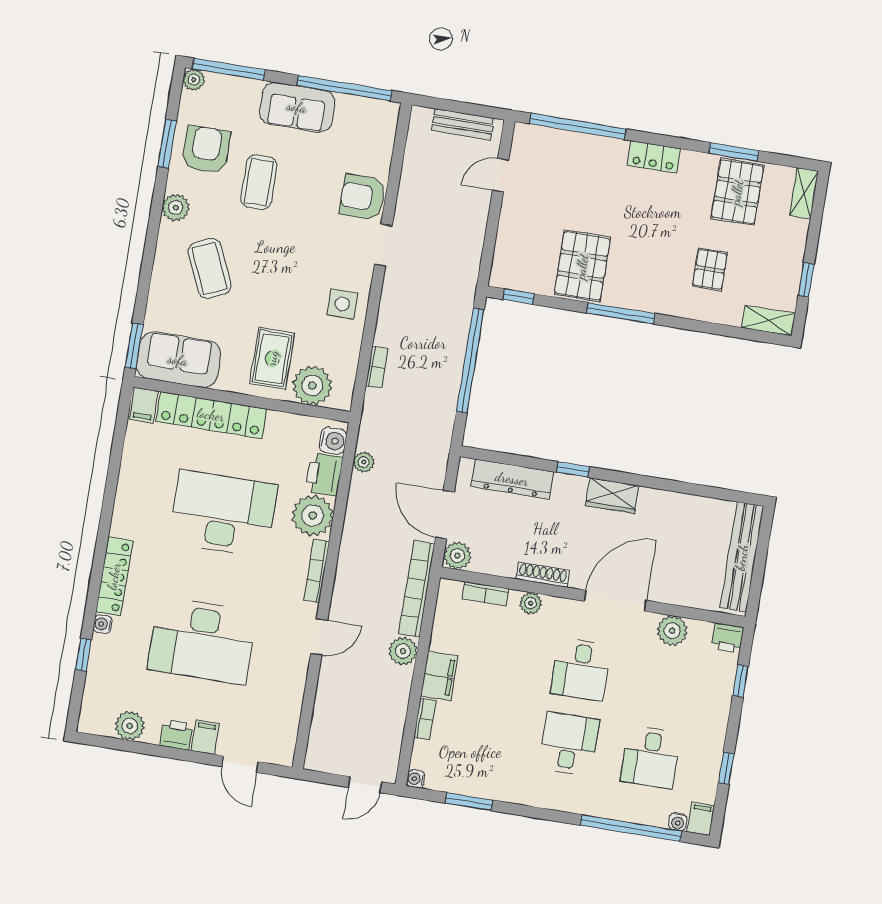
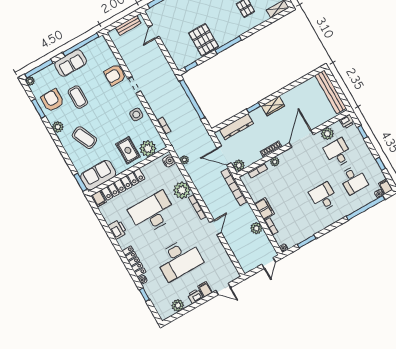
printer: (324, 474) -> (117, 229), moved, turned 180
plant: (403, 651) -> (256, 228), moved
desk: (581, 669) -> (338, 153), moved, turned 180

